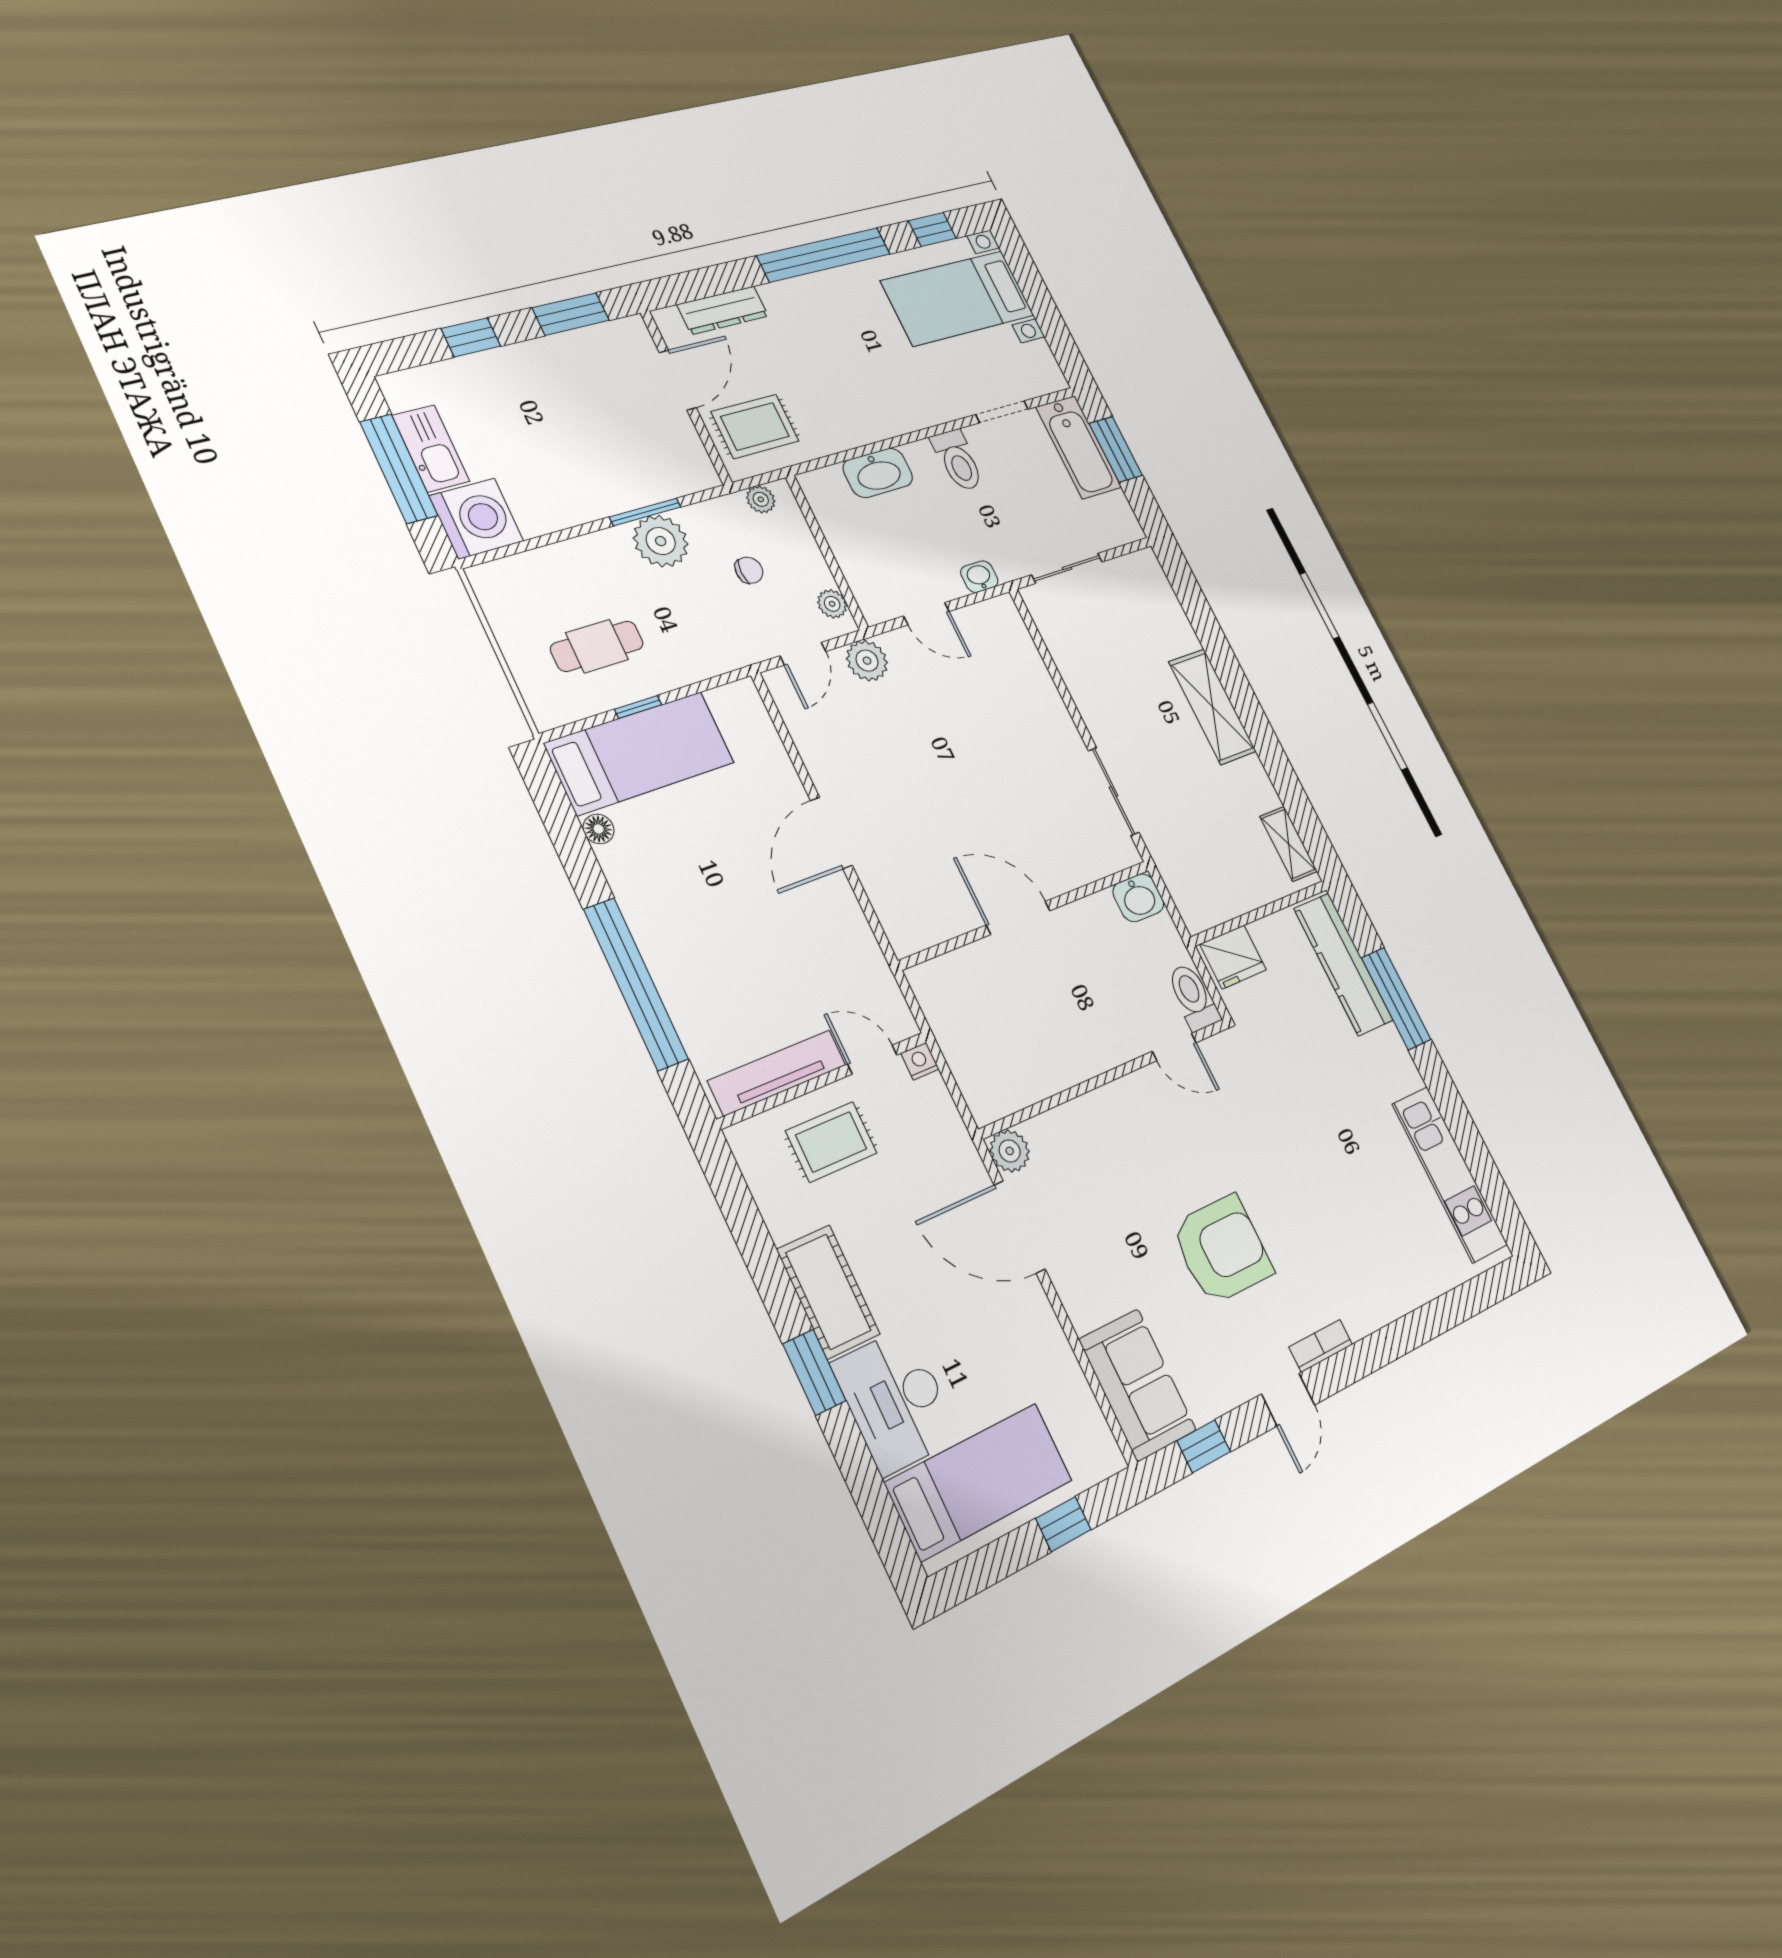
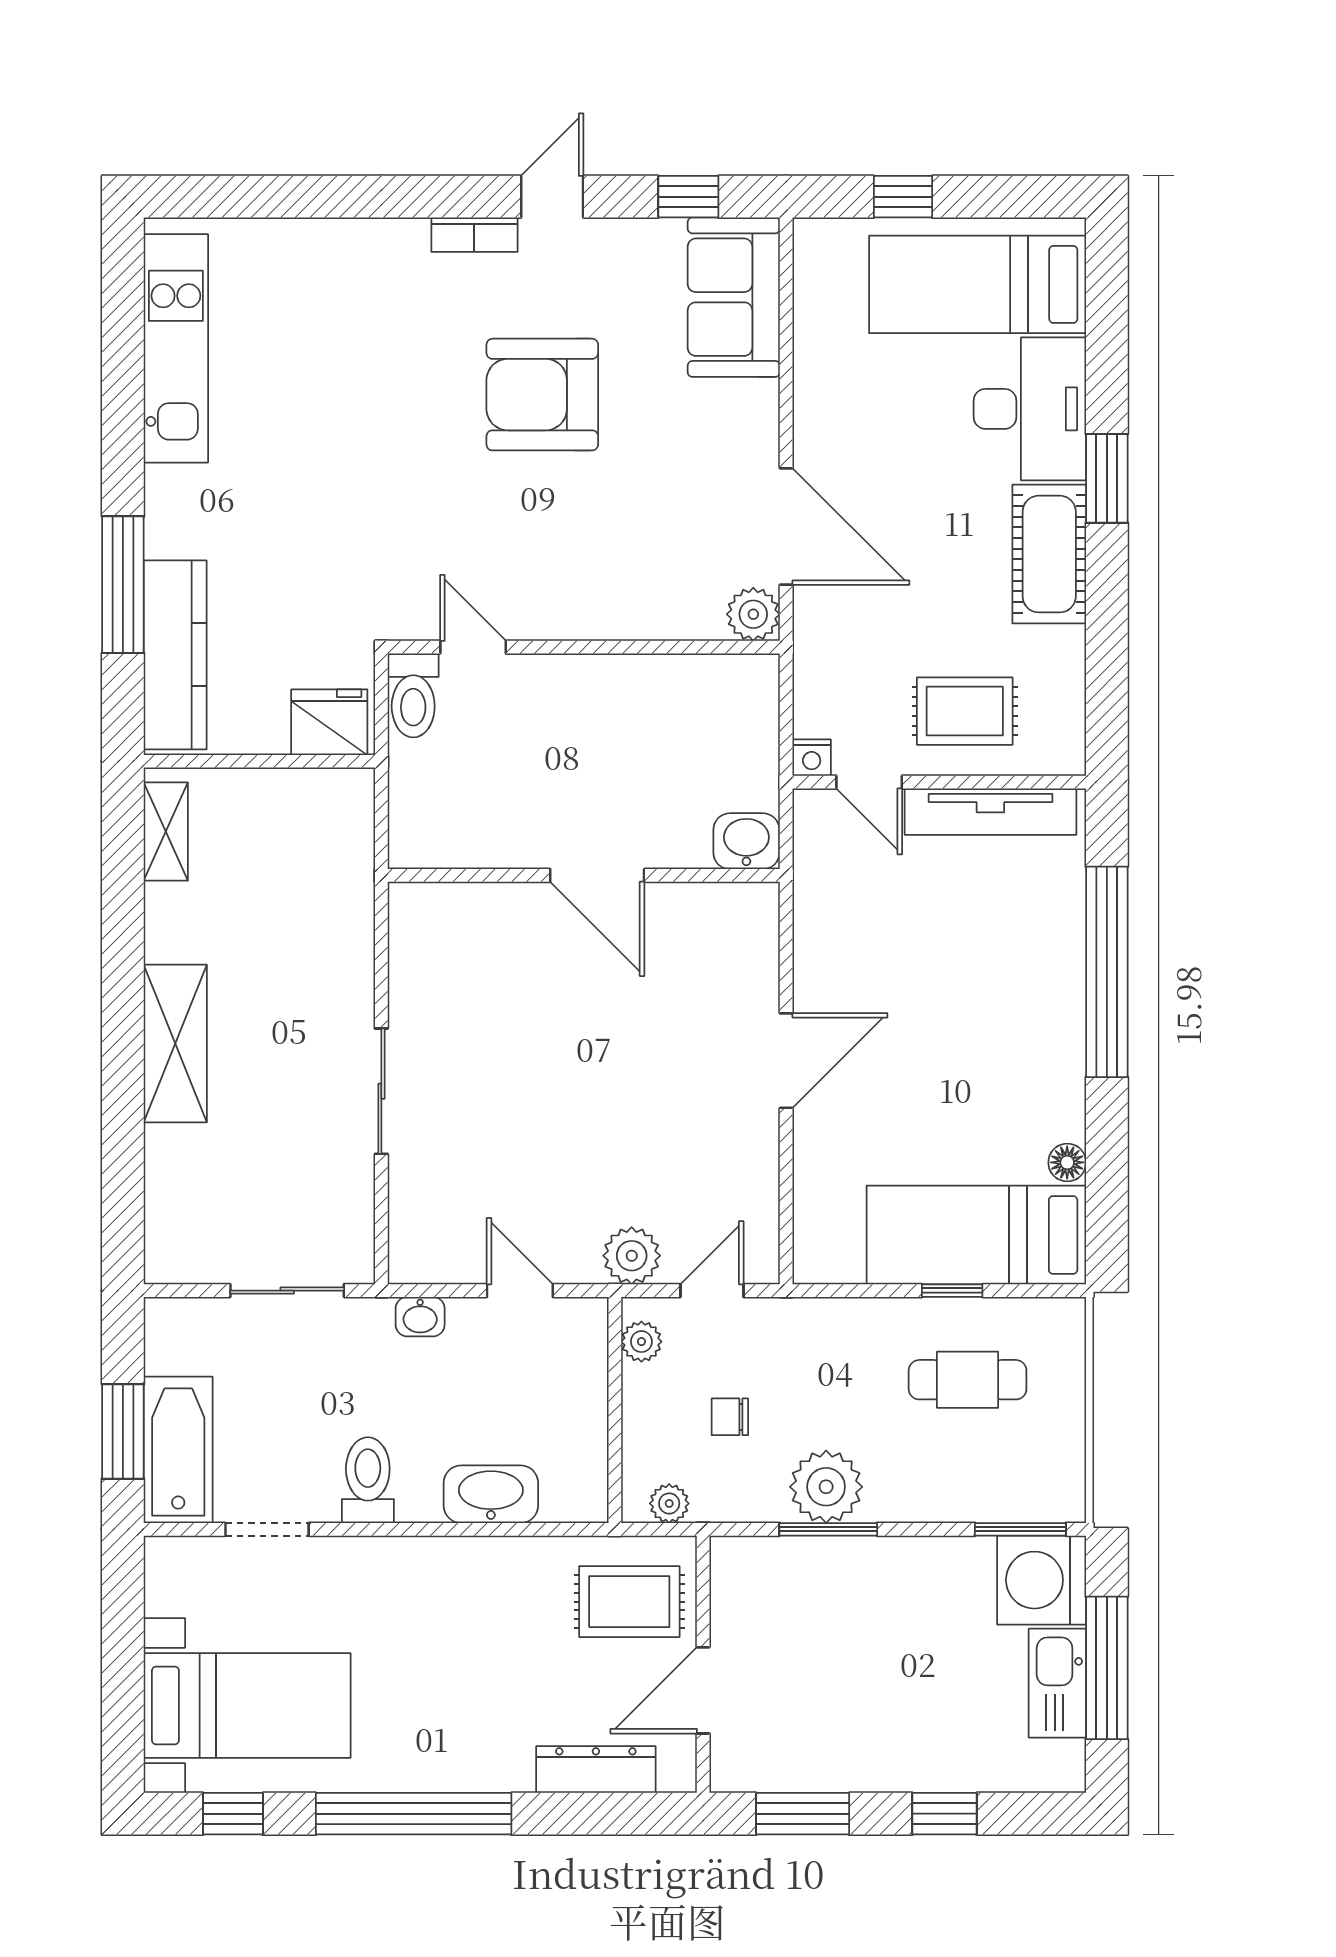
window: (509, 550) -> (1020, 1529), added
sliding door: (1114, 792) -> (381, 1091), moved
washbasin: (1138, 898) -> (746, 841), moved

